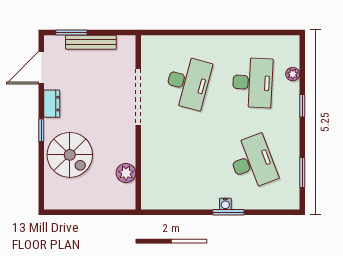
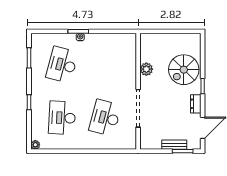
bench: (91, 42) -> (174, 145), width x0.73
plant: (293, 74) -> (35, 145), moved
spiral stairs: (70, 155) -> (184, 70), turned -90
desk: (253, 162) -> (62, 65), turned 36
plant: (126, 173) -> (146, 69), moved

